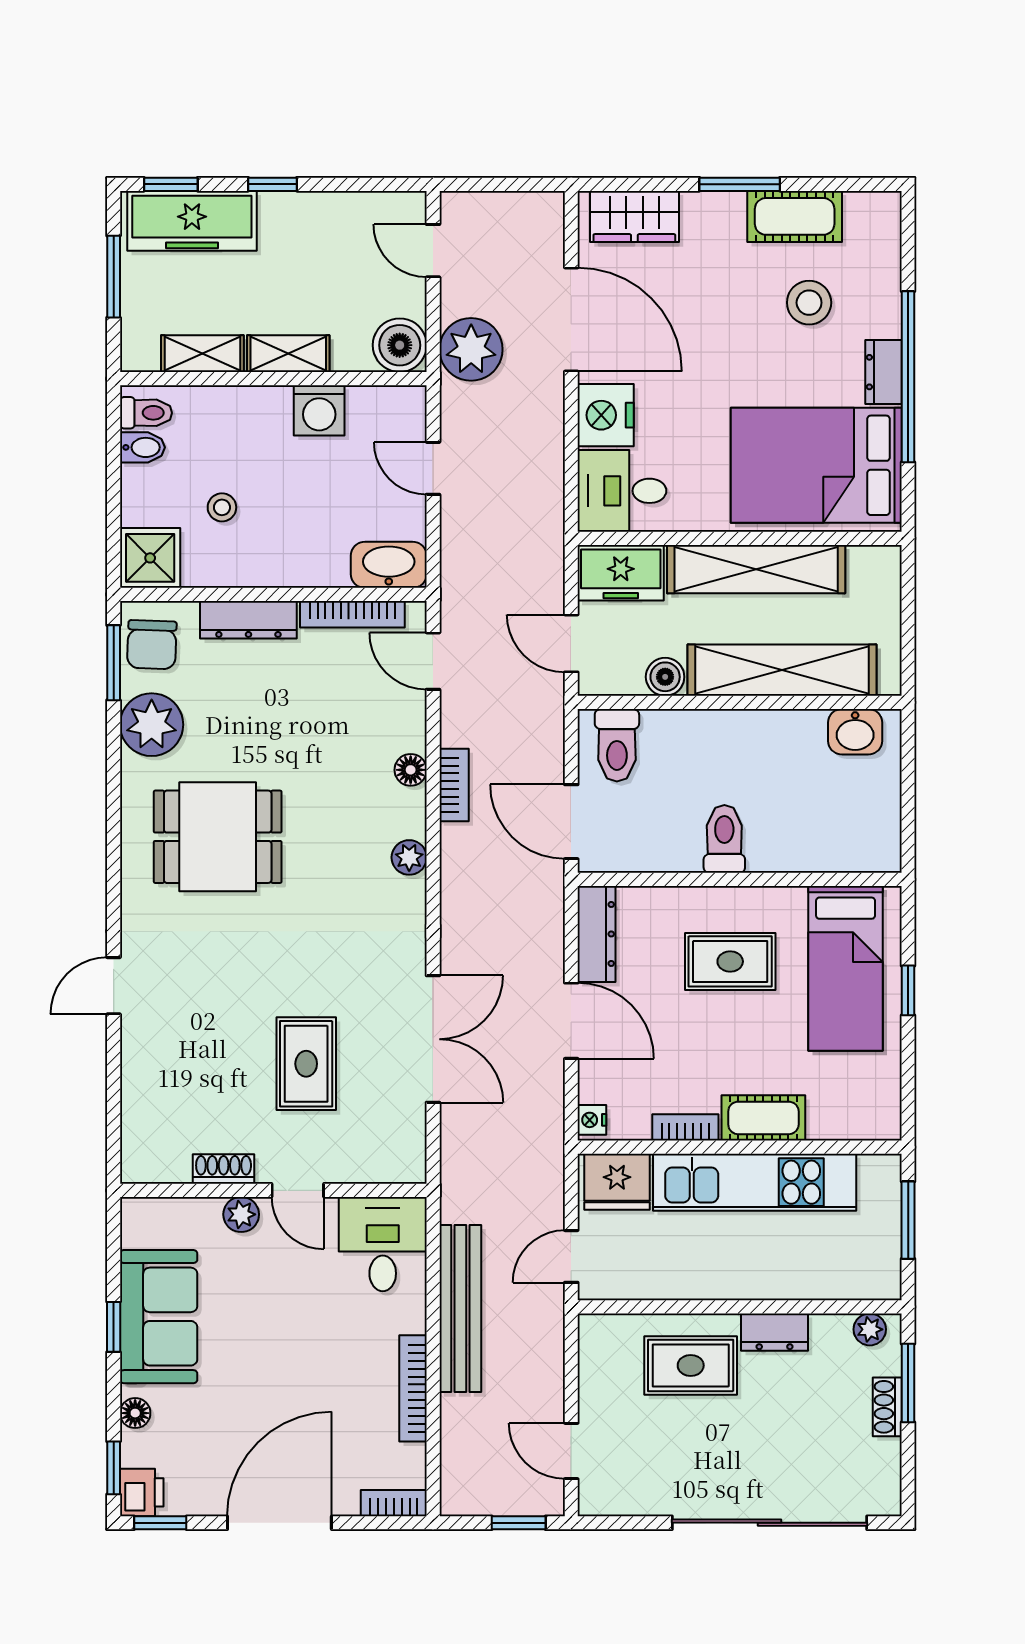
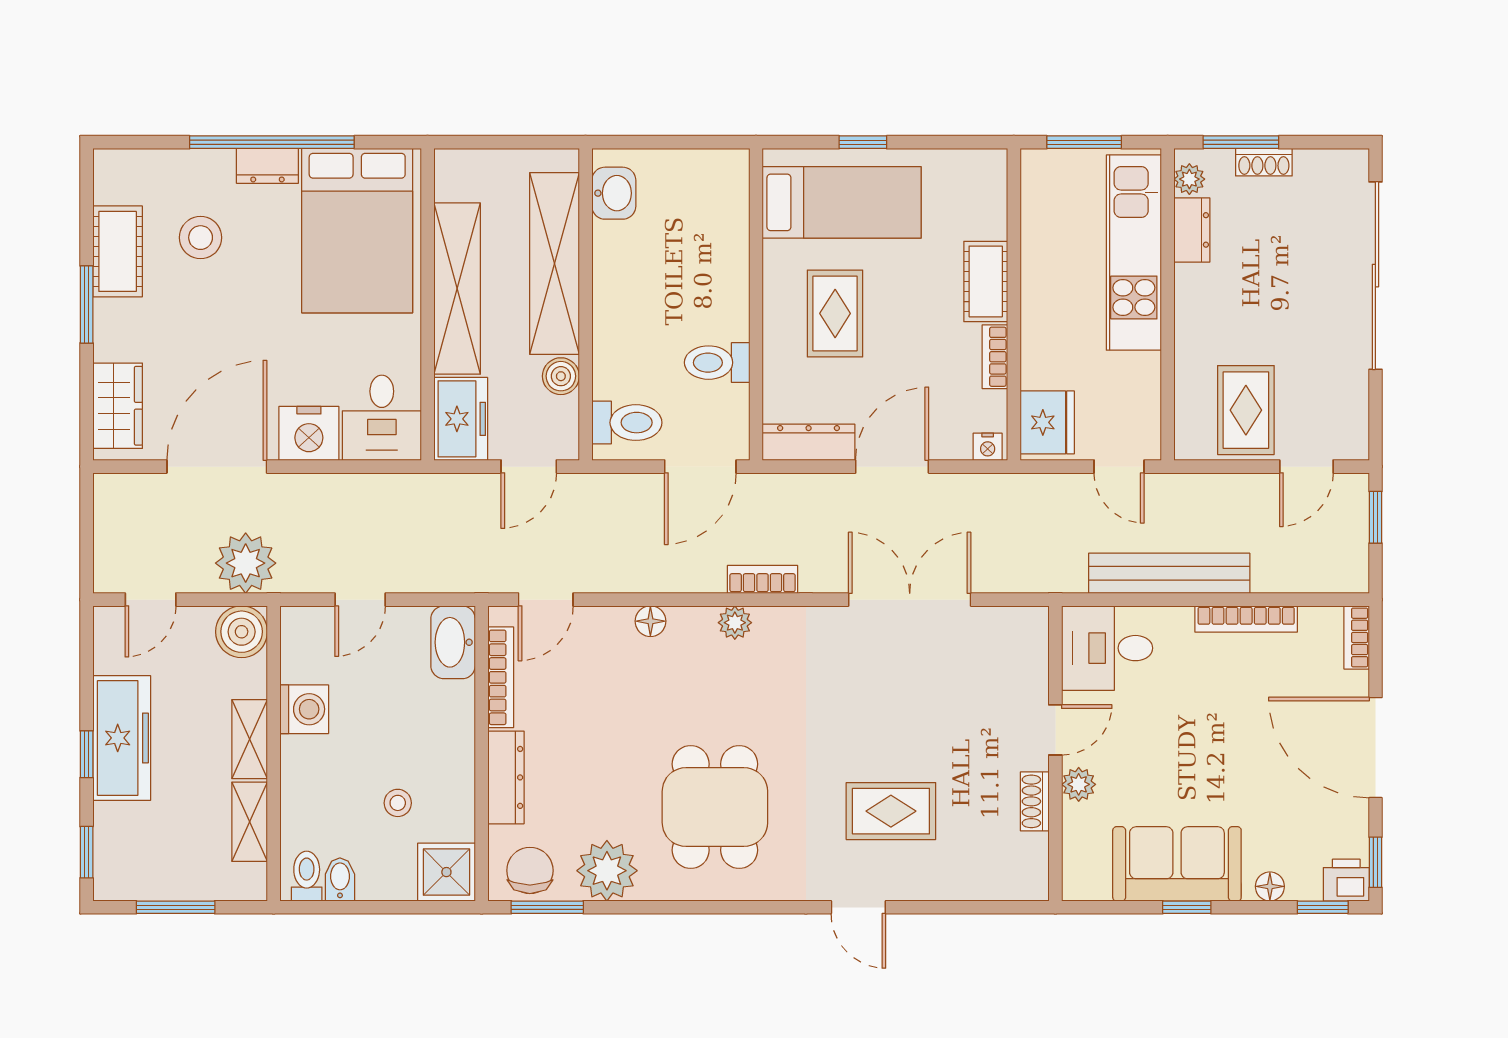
freezer: (192, 221) -> (122, 738), moved
chair: (152, 645) -> (530, 870), turned -92
bookcase: (454, 785) -> (763, 579), moved
toilet: (724, 839) -> (717, 363), moved
rug: (306, 1064) -> (891, 811), moved
kitchen unit: (755, 1182) -> (1134, 253), moved, turned 180
dresser: (775, 1332) -> (1192, 230), moved
rug: (691, 1365) -> (1246, 410), moved

